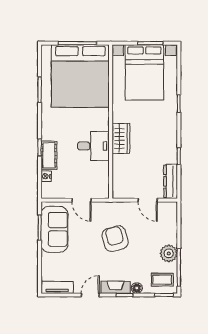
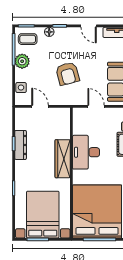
wardrobe: (121, 138) -> (63, 159), width x1.50
desk: (93, 146) -> (86, 152), width x1.37
dresser: (171, 181) -> (21, 145), moved
side table: (170, 222) -> (21, 88), added
fireplace: (116, 287) -> (67, 33), removed
door: (90, 295) -> (89, 26), hinge flipped

